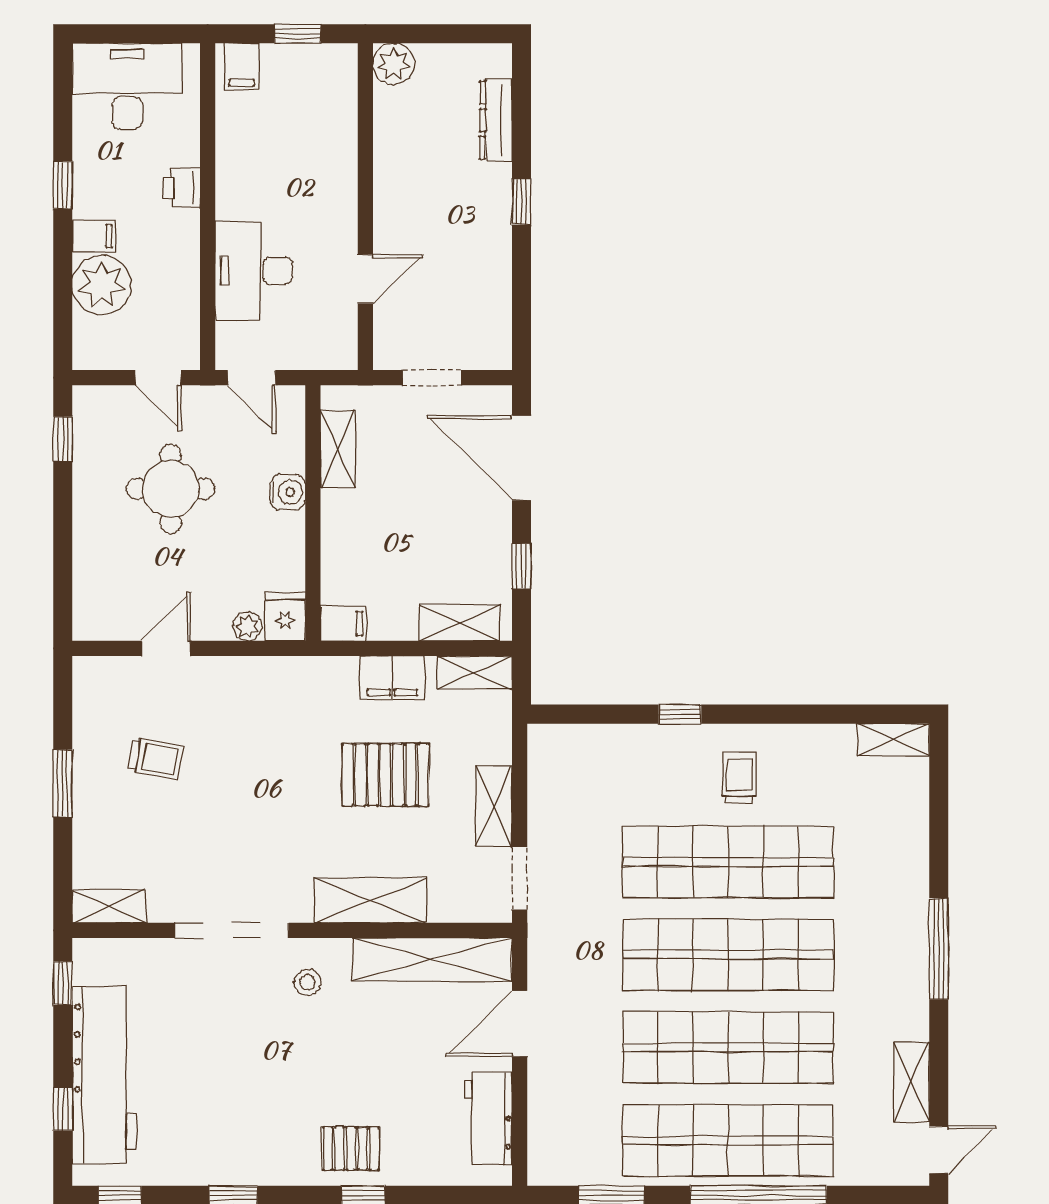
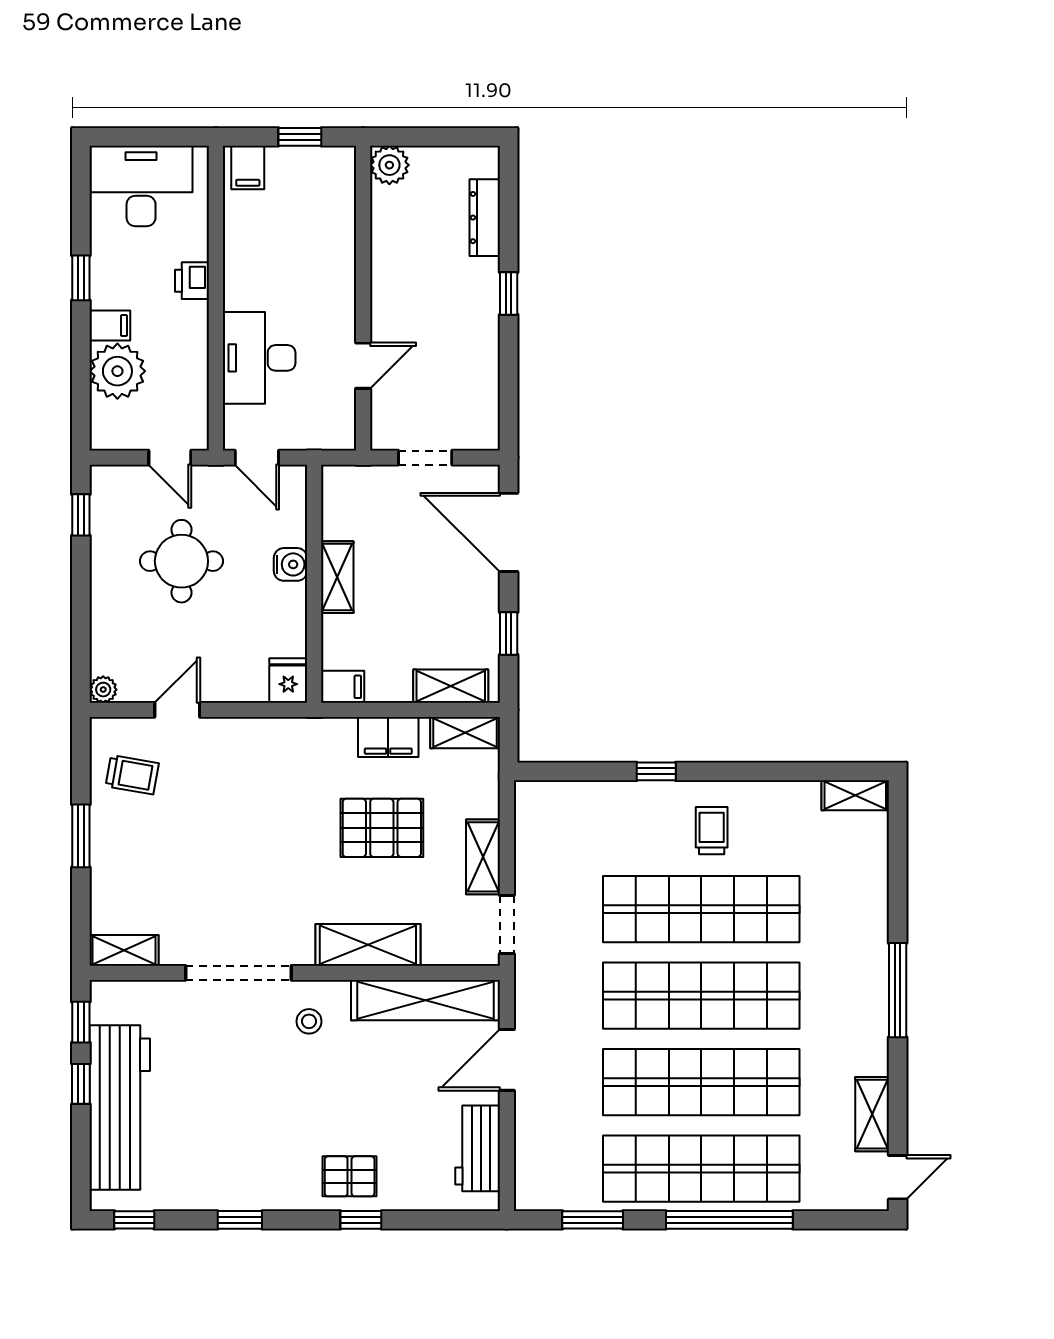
shelving: (338, 449) -> (337, 577), moved
plant: (248, 626) -> (103, 690), moved
trolley: (156, 758) -> (132, 775), moved
window: (63, 1109) -> (81, 1084), moved

